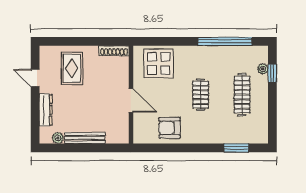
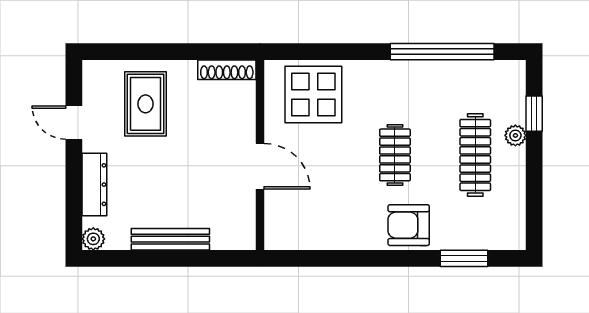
plant: (263, 69) -> (515, 135), moved
armchair: (170, 128) -> (409, 225), moved
plant: (58, 138) -> (93, 239), moved

